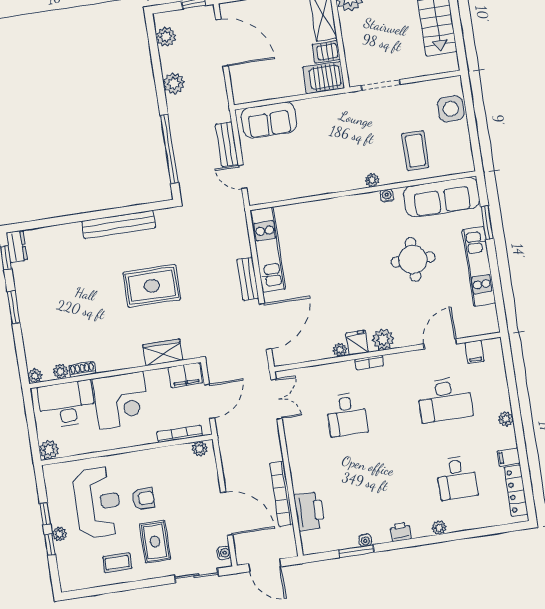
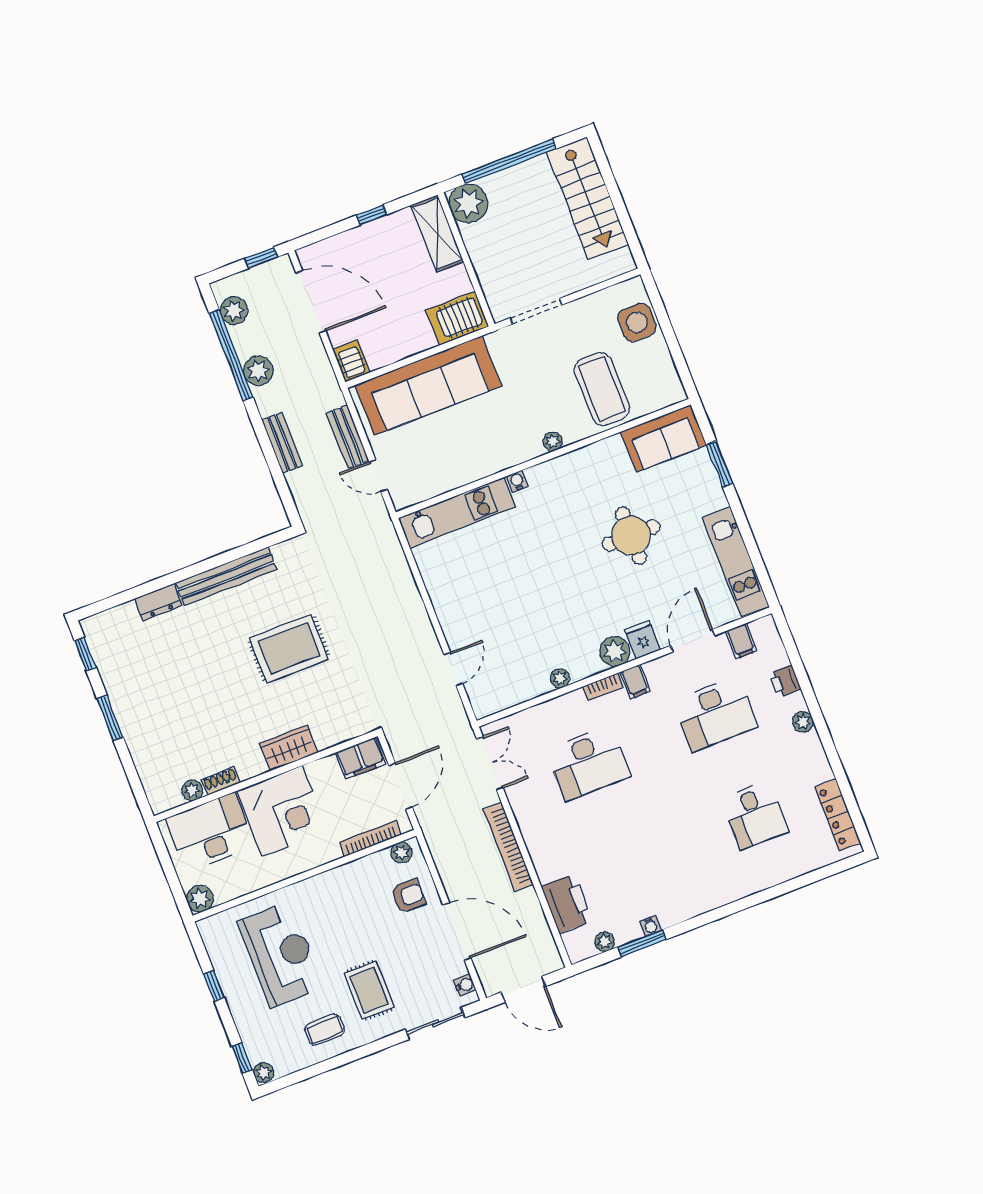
server rack: (326, 52) -> (351, 361), moved, turned 90
sofa: (269, 120) -> (428, 386), width x1.85, depth x1.27
window: (169, 149) -> (231, 355), moved
coffee table: (415, 151) -> (602, 389), width x1.36, depth x1.32
water cooler: (387, 196) -> (517, 481), moved
sofa: (442, 197) -> (664, 439), width x0.73
dresser: (17, 246) -> (158, 602), moved, turned 90
kitchen unit: (268, 250) -> (457, 513), moved, turned 90
kitchen unit: (479, 266) -> (736, 562), moved
bench: (248, 279) -> (282, 443), moved
door: (265, 326) -> (453, 669), width x0.53
fridge: (357, 343) -> (643, 640), moved
wardrobe: (163, 352) -> (289, 748), moved
plant: (35, 376) -> (159, 804), removed
desk: (347, 415) -> (588, 763), width x1.37
filing cabinet: (509, 457) -> (635, 682), moved, turned -90
bookcase: (281, 494) -> (508, 847), moved
armchair: (143, 499) -> (408, 896), moved
plant: (439, 528) -> (605, 942), moved
printer: (401, 532) -> (785, 681), moved, turned -90
plant: (59, 534) -> (264, 1073), moved
window: (50, 544) -> (242, 1058), moved

